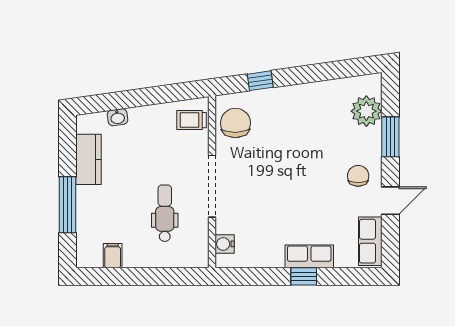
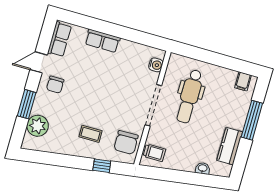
coffee table: (289, 121) -> (90, 134), added
dental chair: (165, 213) -> (190, 96), width x1.36, depth x1.38
filing cabinet: (113, 256) -> (243, 81), moved
window: (304, 276) -> (110, 29), removed

